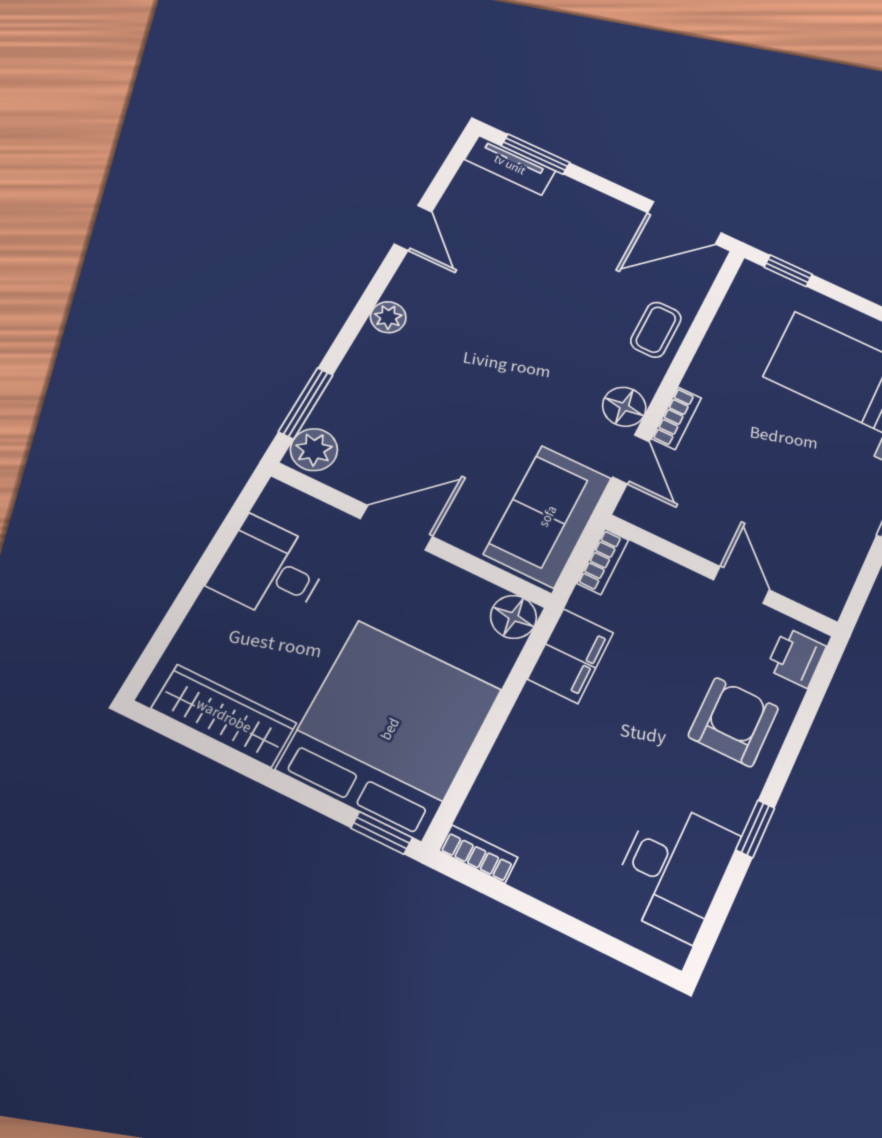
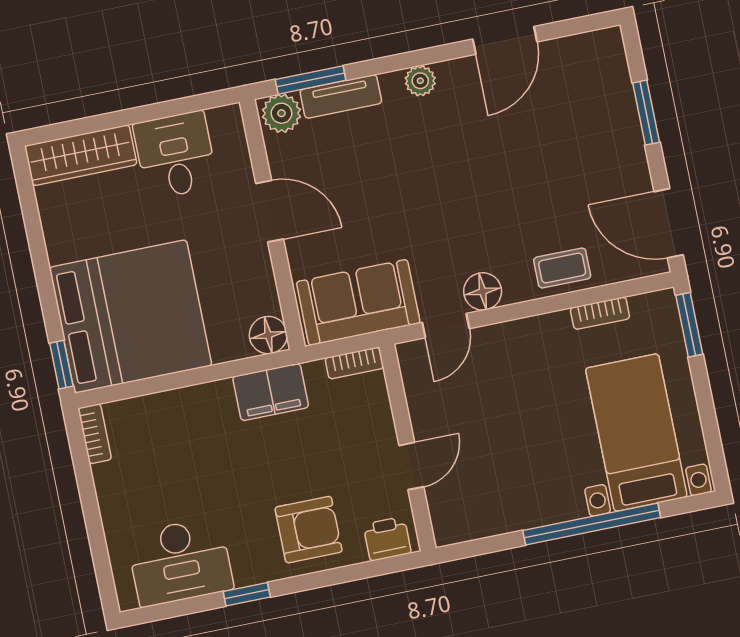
window: (536, 154) -> (646, 113), moved
tv unit: (510, 165) -> (341, 97), moved, turned -90
door: (413, 228) -> (505, 40), width x1.38
window: (788, 271) -> (689, 325), width x1.50
bookcase: (676, 418) -> (600, 313), moved
wardrobe: (224, 716) -> (81, 155), moved, turned 90

